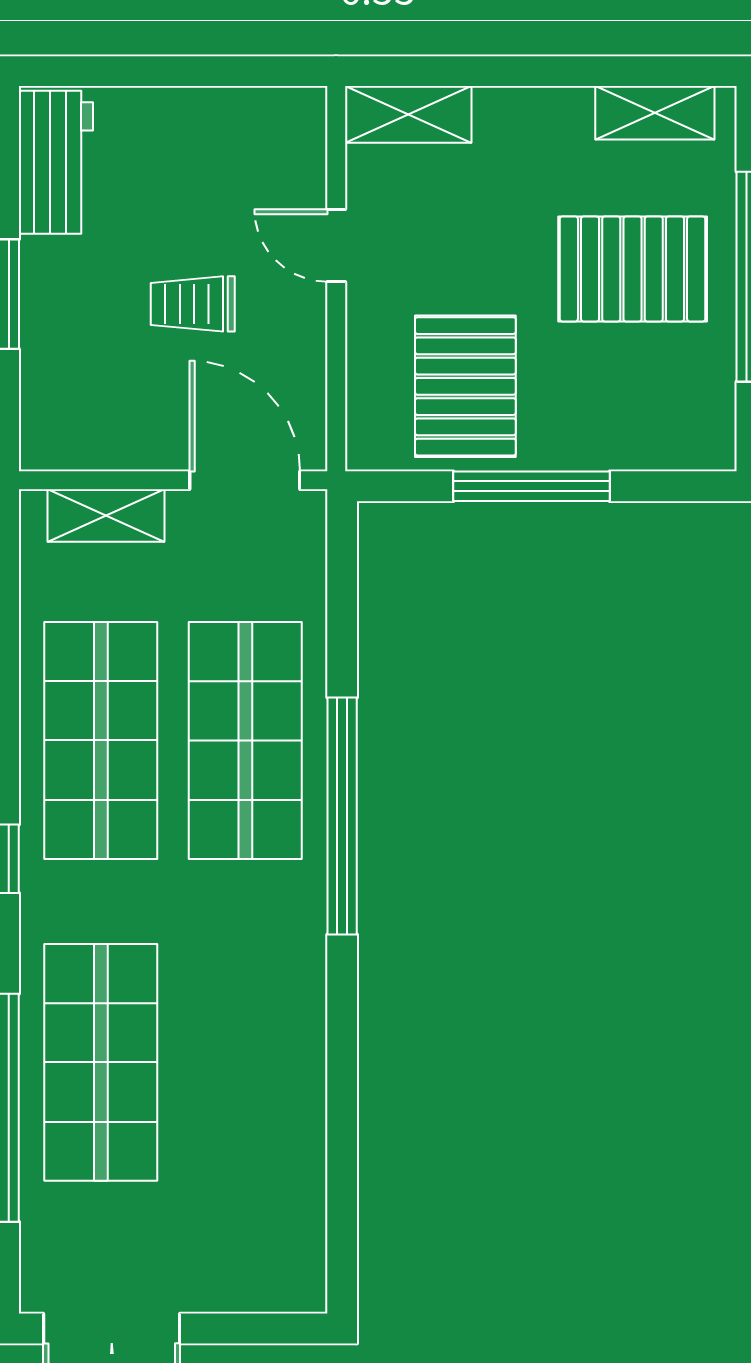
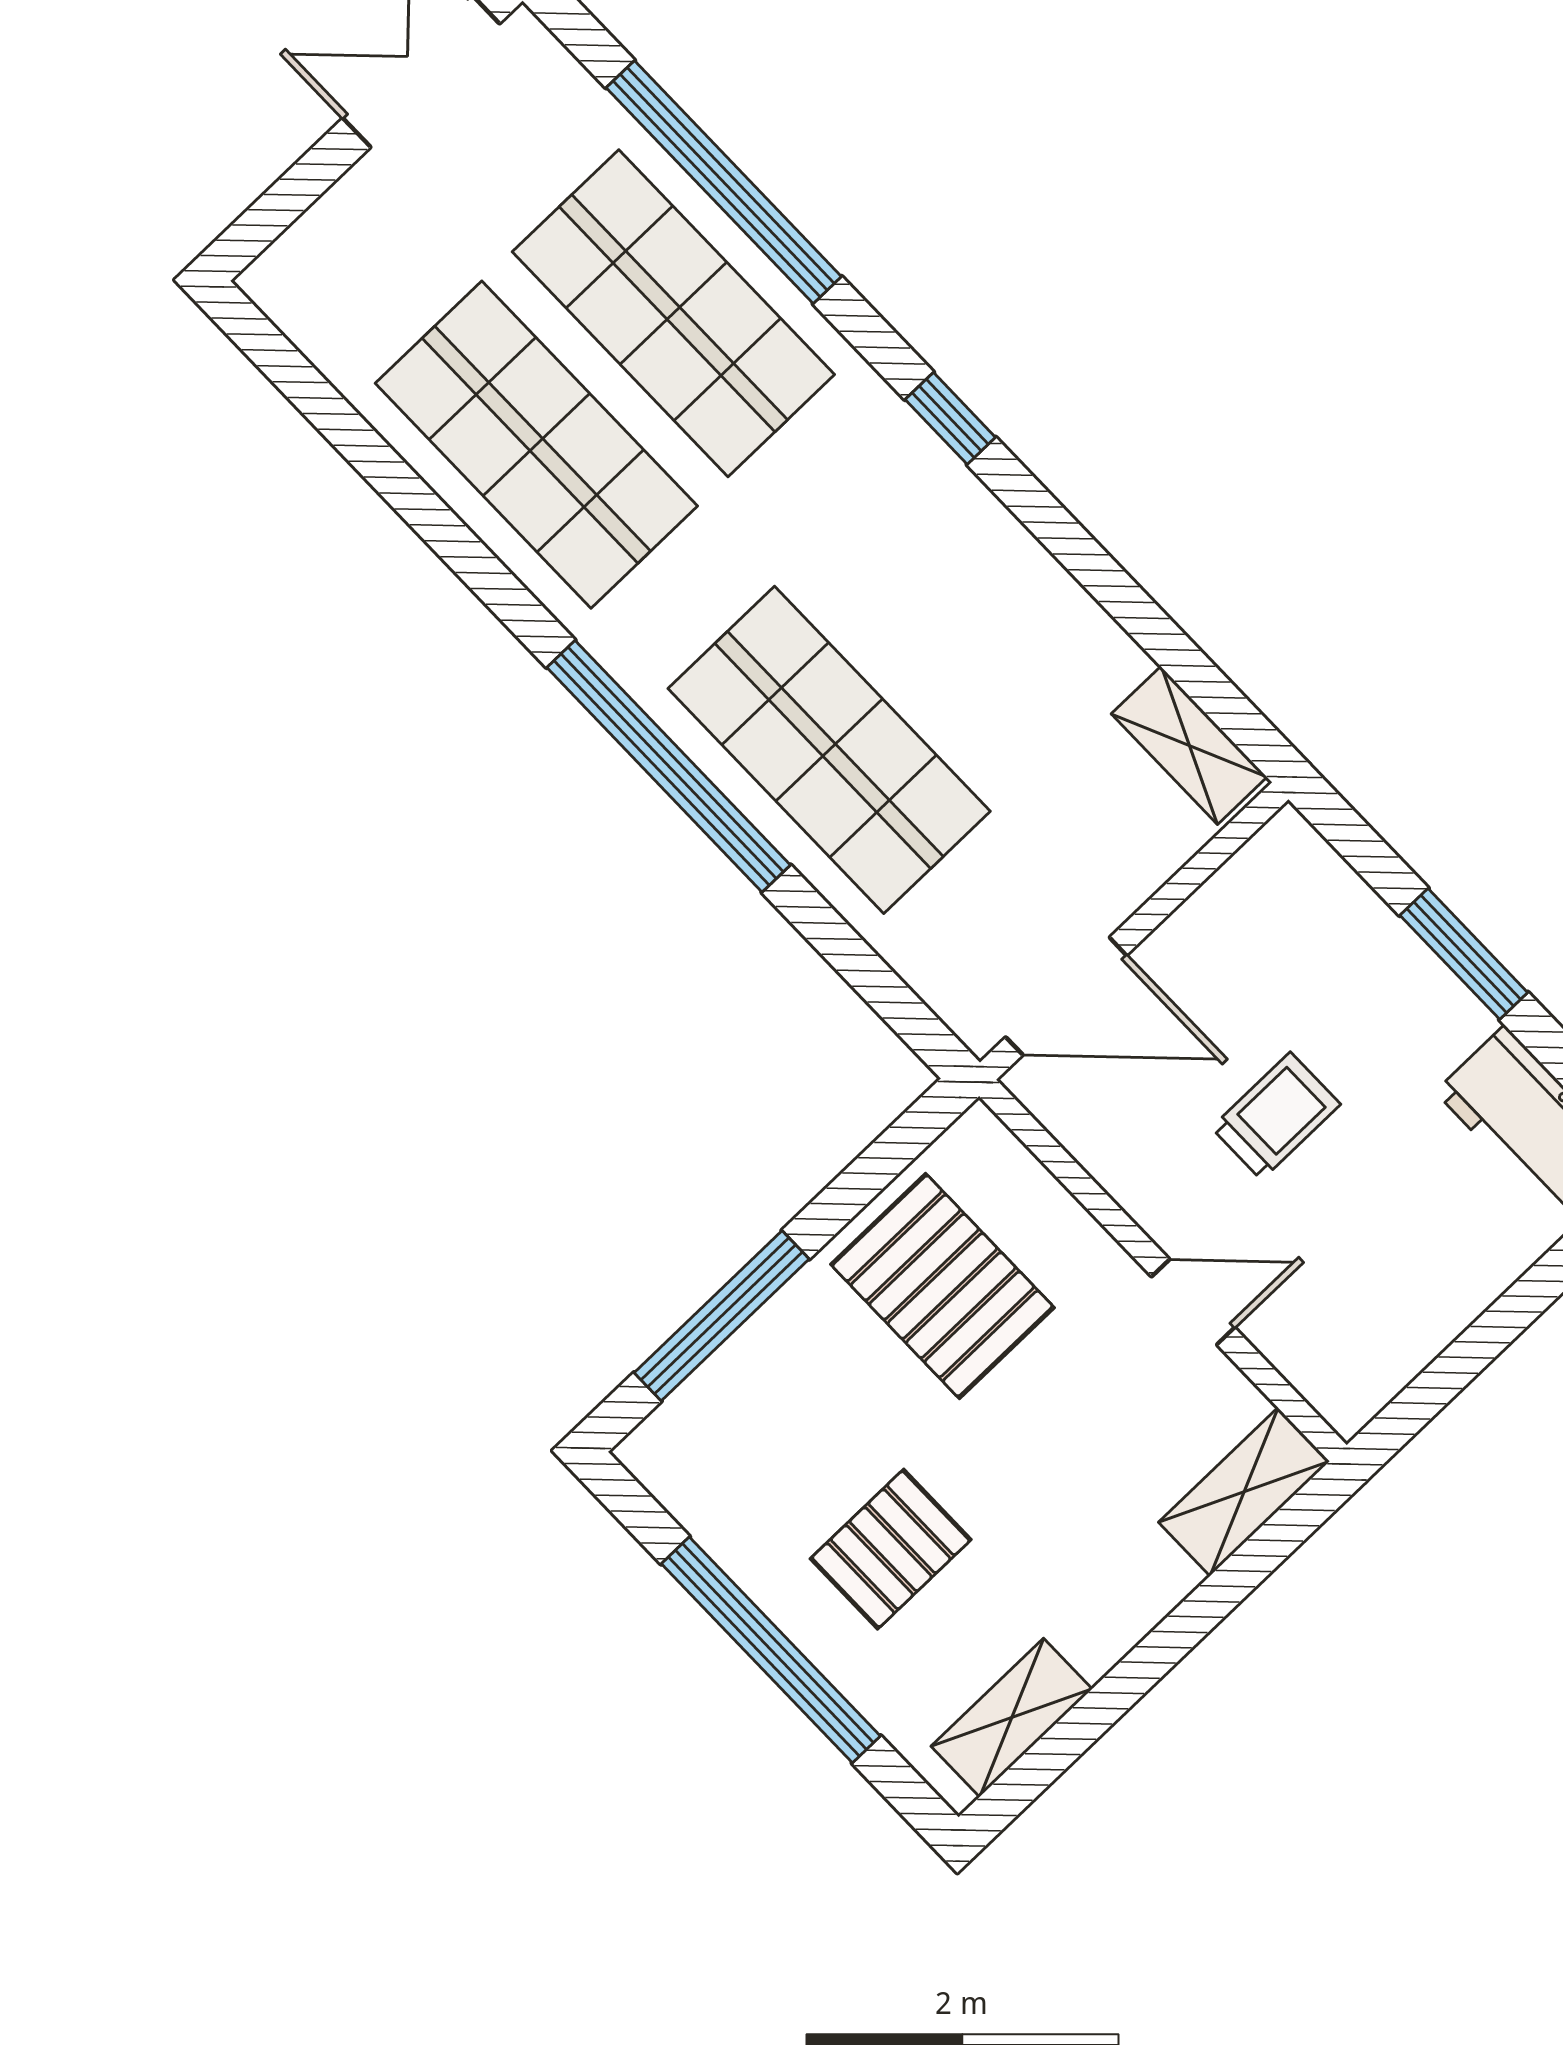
pallet: (633, 269) -> (891, 1549), width x0.67, depth x0.71
window: (532, 486) -> (722, 1316), moved
shelving: (106, 515) -> (1189, 745), moved, turned 90
shop shelf: (101, 740) -> (536, 445), moved

